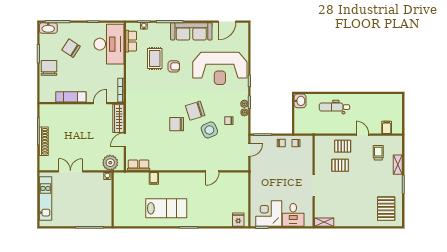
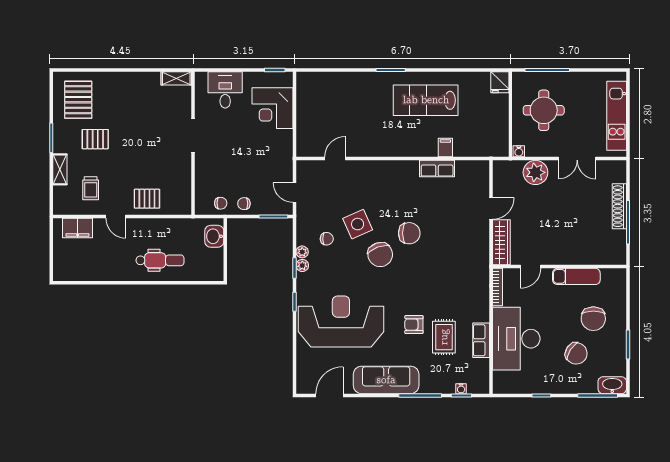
row of seats: (131, 41) -> (481, 340), moved
desk: (109, 44) -> (516, 339), moved
chair: (49, 68) -> (593, 319), moved
washbasin: (300, 101) -> (214, 236), moved
chair: (195, 111) -> (380, 255), turned 88
filing cabinet: (387, 127) -> (78, 228), width x2.00
door: (249, 150) -> (294, 193), hinge flipped
plant: (110, 163) -> (535, 172), moved
row of seats: (139, 165) -> (437, 169), moved
pallet: (340, 165) -> (95, 139), moved
door: (212, 171) -> (335, 159), moved
round table: (92, 202) -> (544, 110), added
corner desk: (269, 214) -> (272, 108), moved, turned 90
fridge: (238, 220) -> (500, 82), moved

